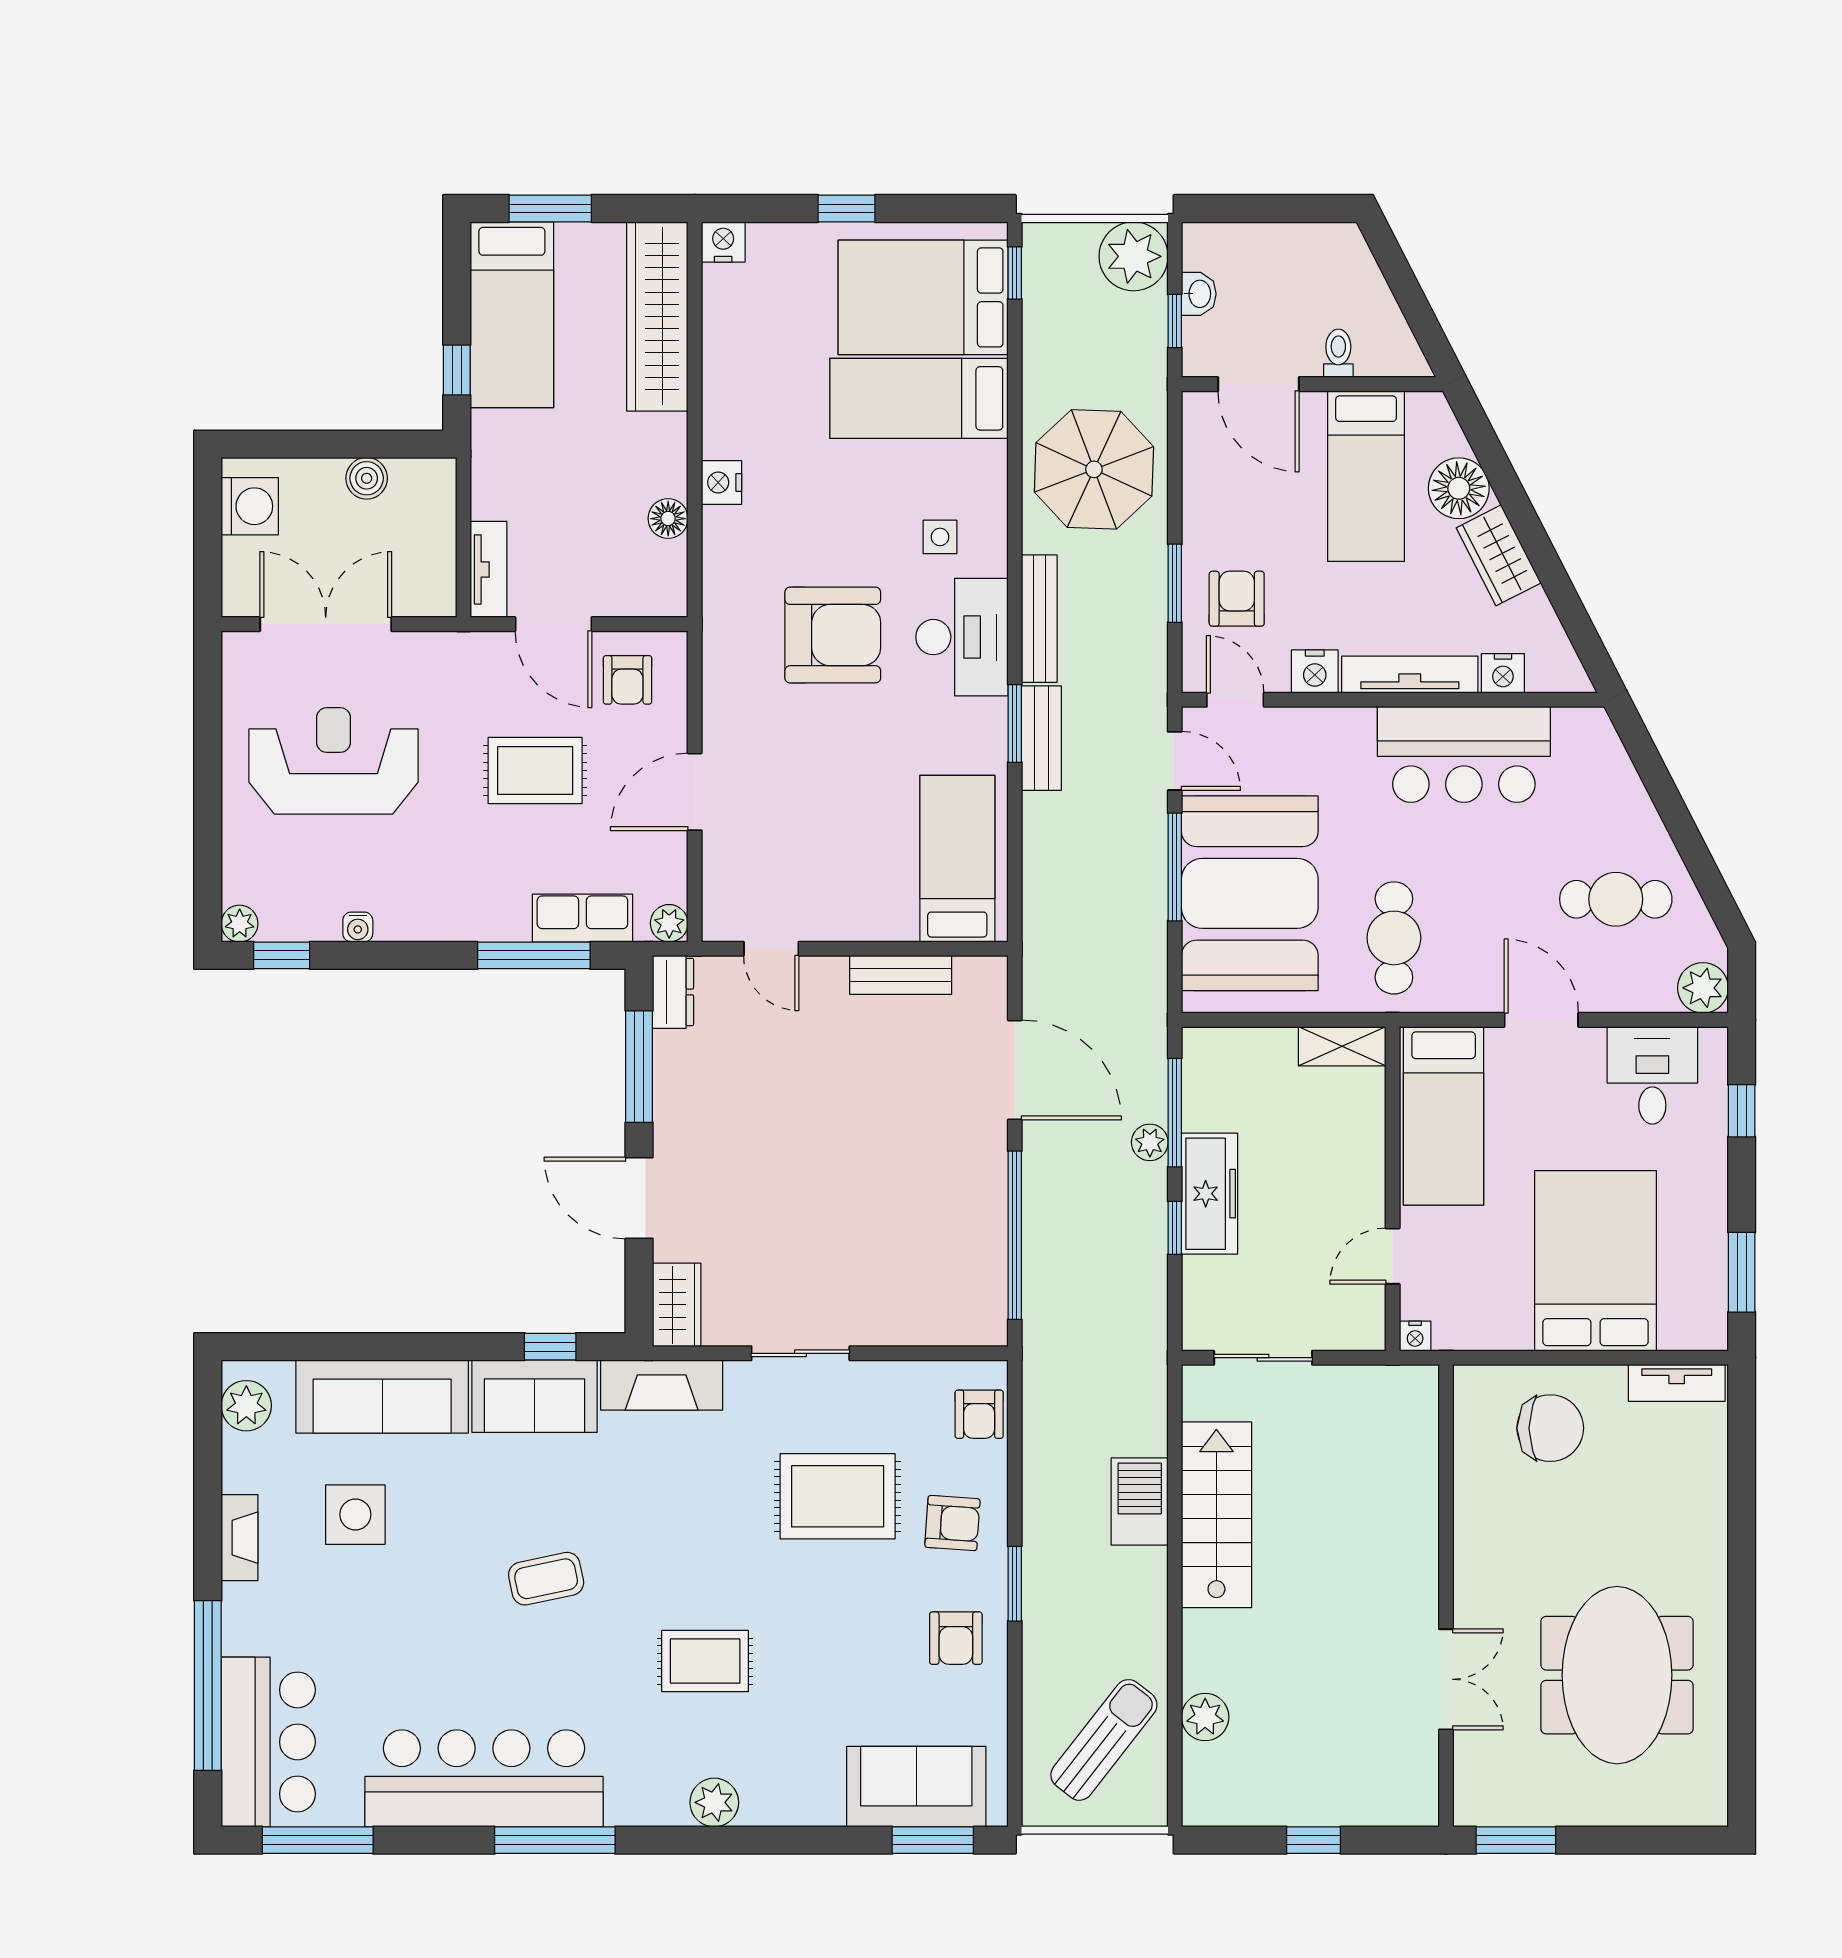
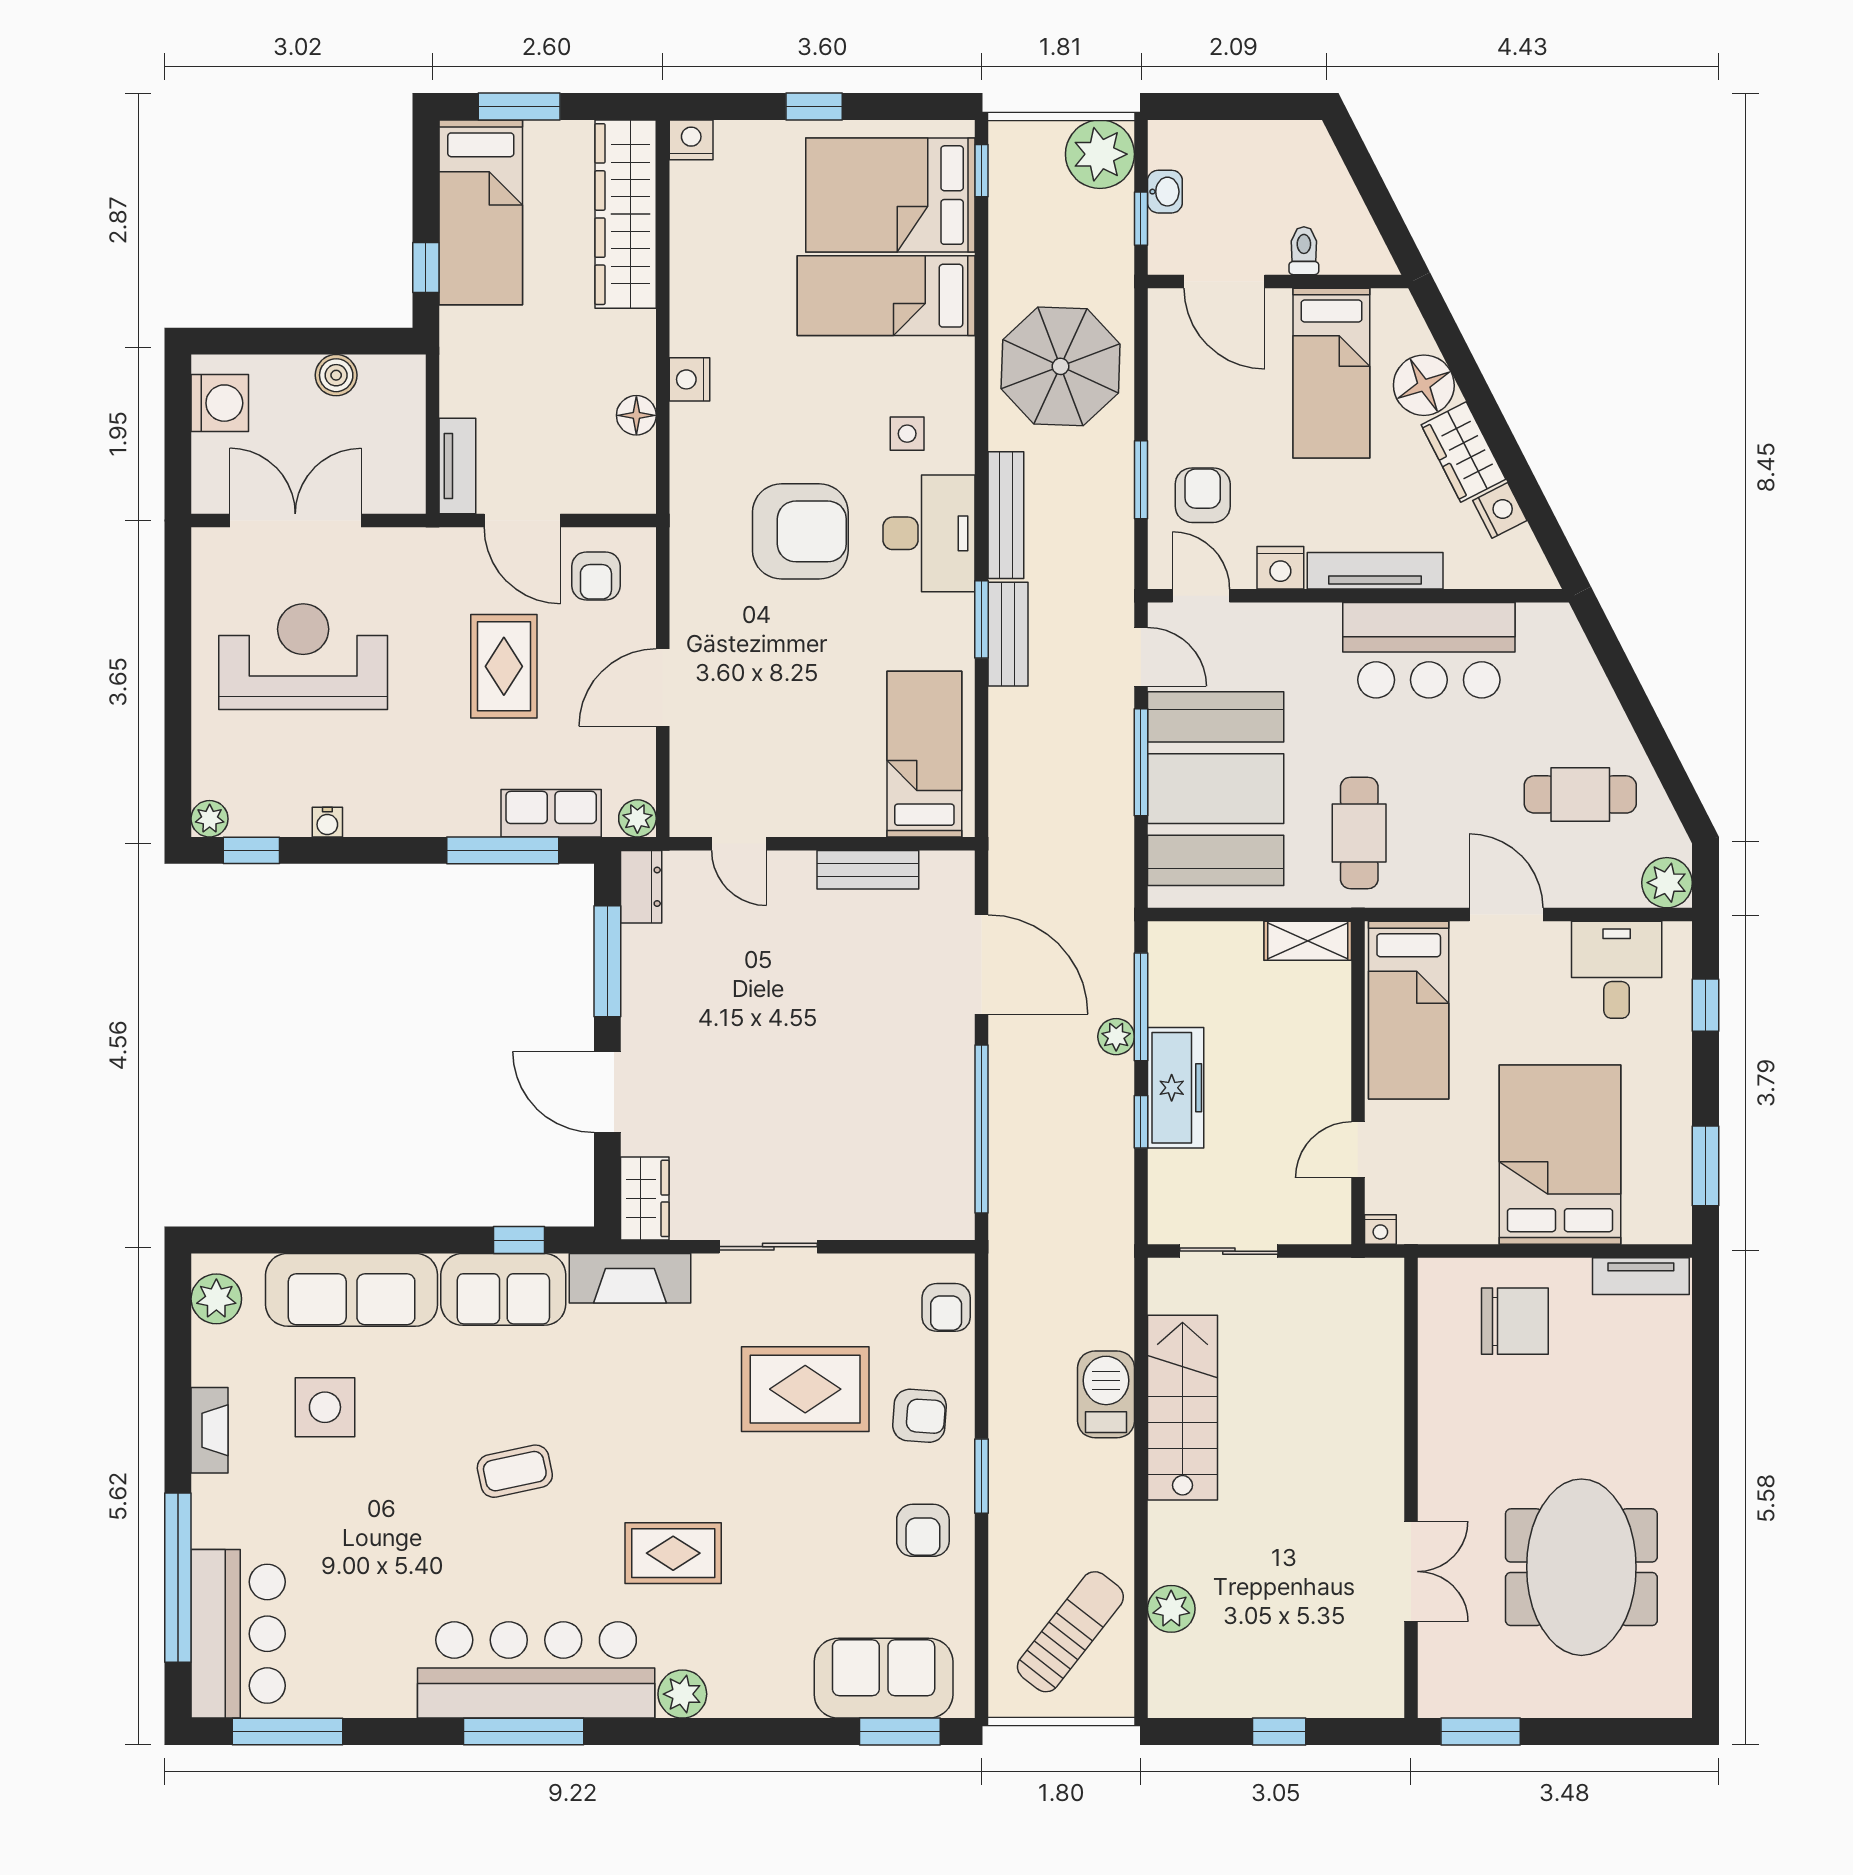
nightstand: (1503, 673) -> (1500, 510), moved, turned -117
rug: (535, 771) -> (504, 666), turned 90
bar counter: (484, 1778) -> (536, 1670), moved

